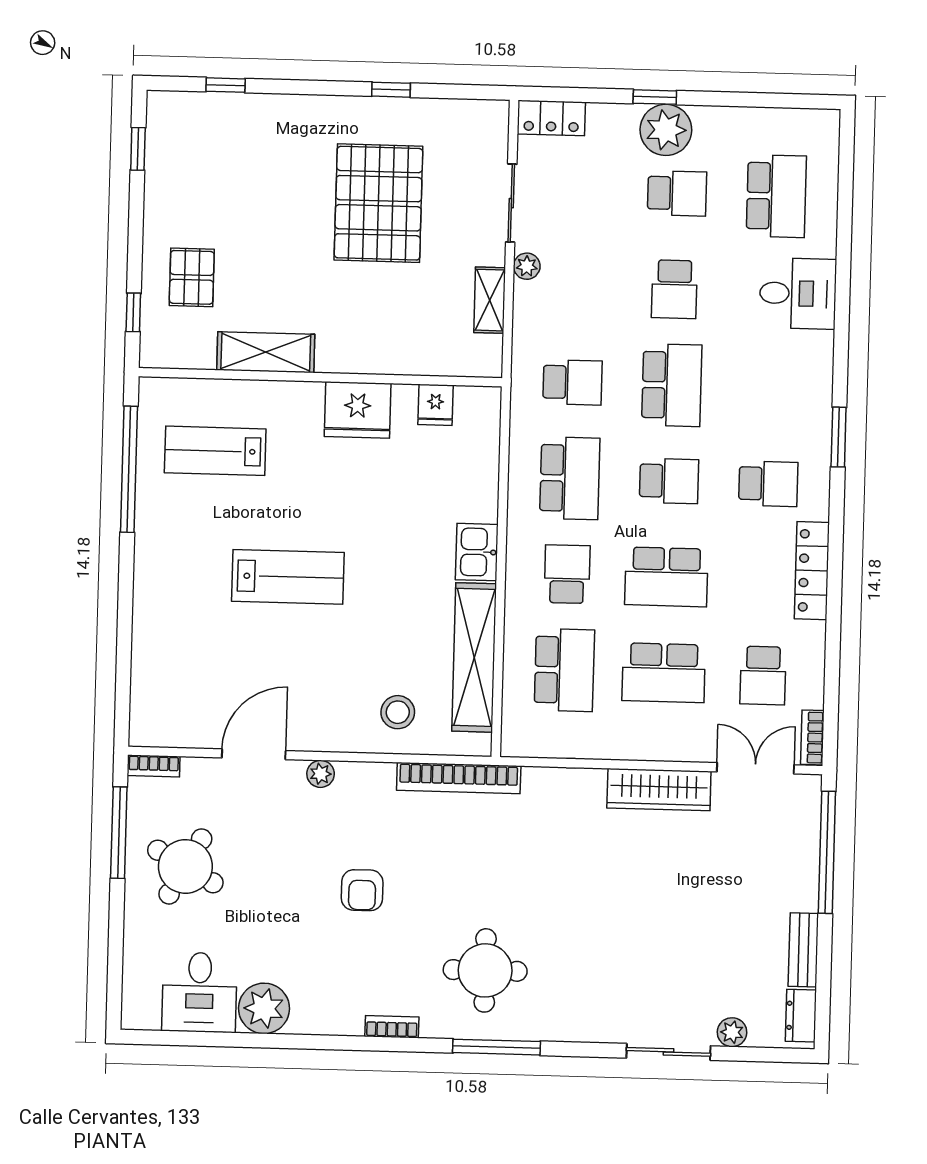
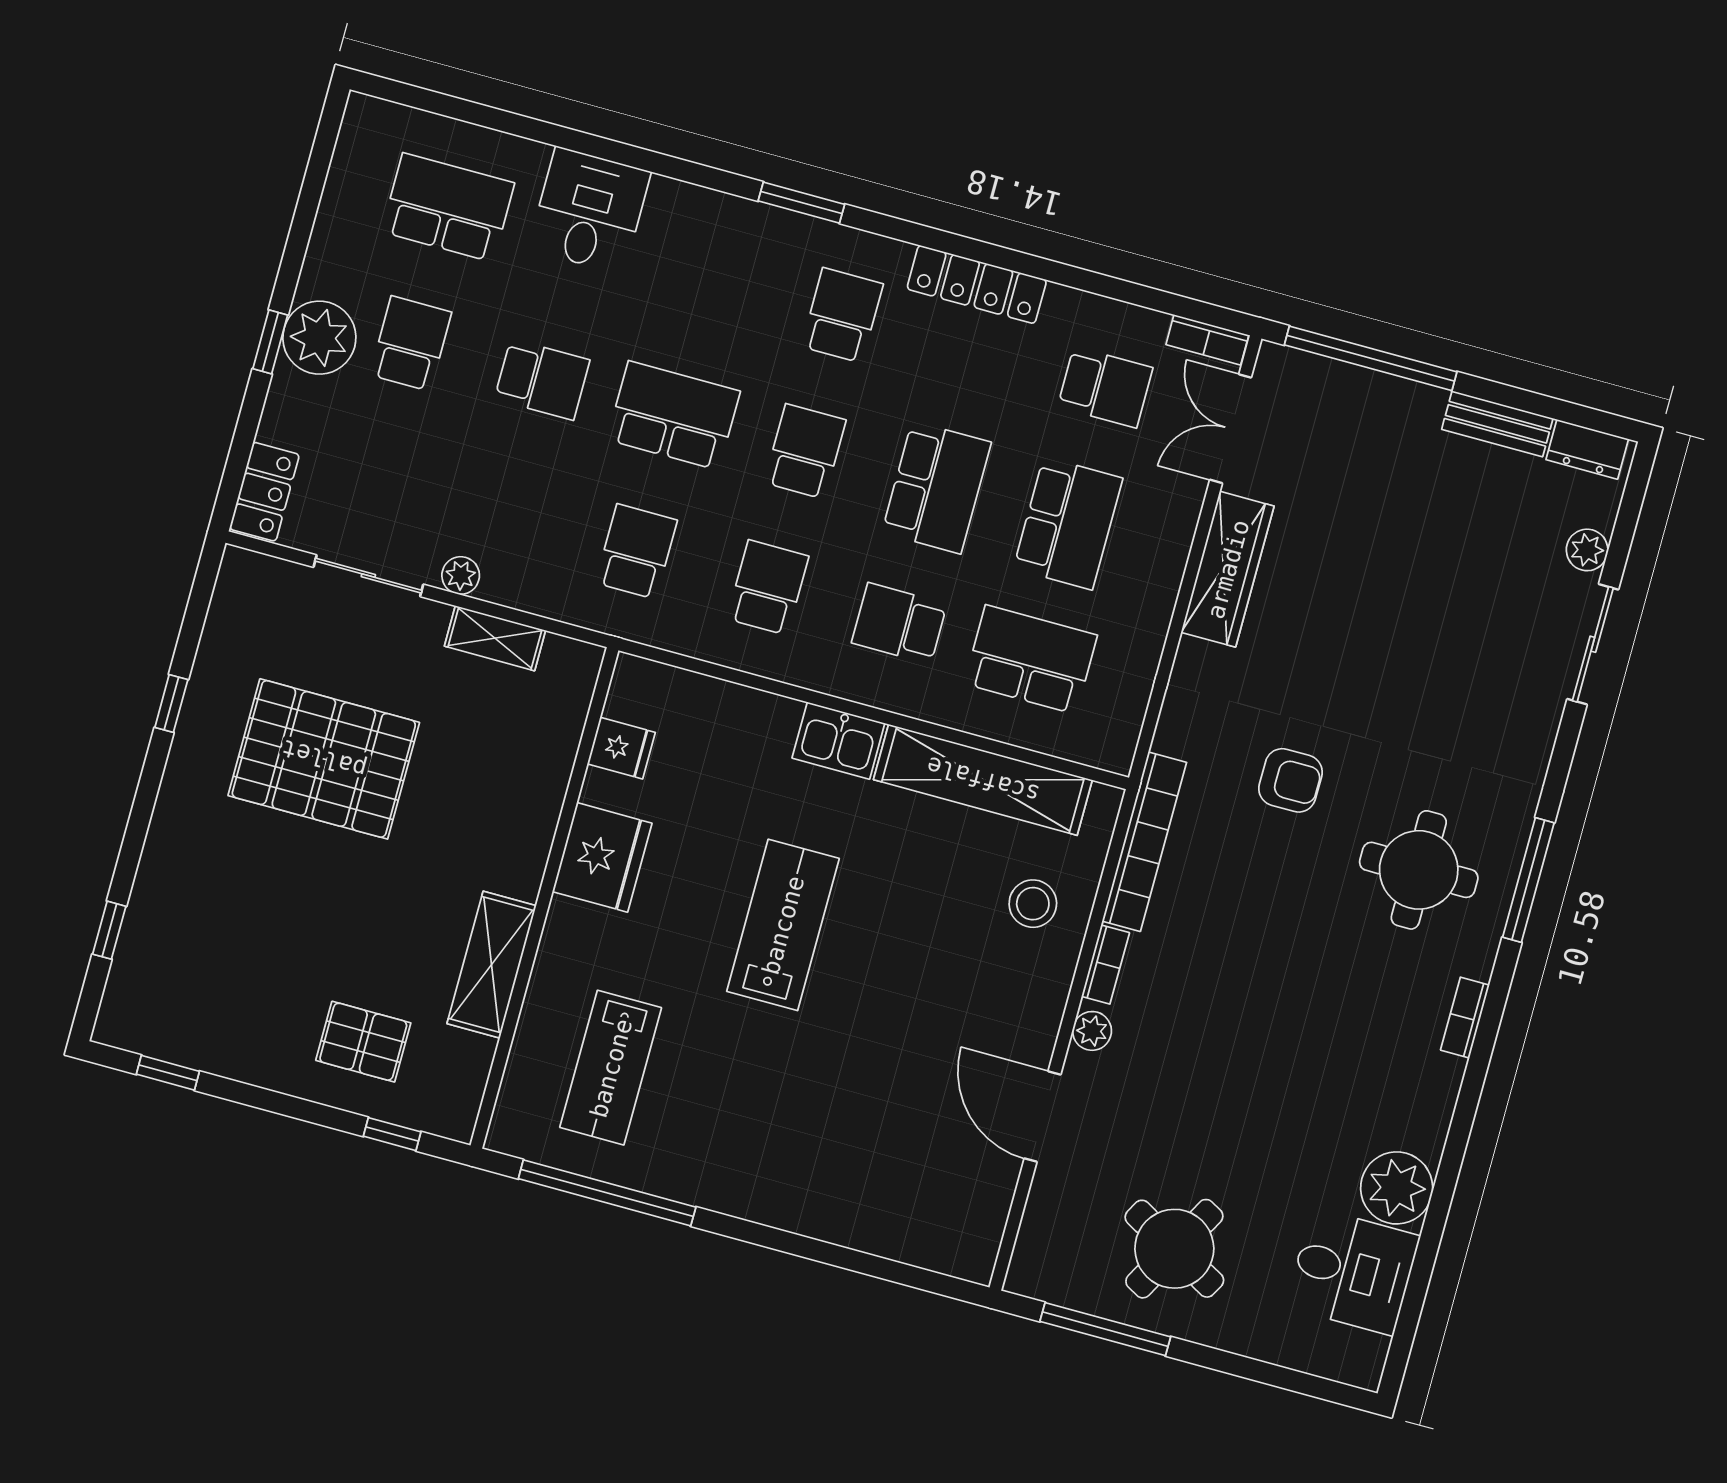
school desk: (570, 478) -> (768, 588), width x0.54
lab bench: (288, 577) -> (783, 925), moved
bookcase: (154, 766) -> (1105, 964), moved
armchair: (362, 890) -> (1290, 780), moved

